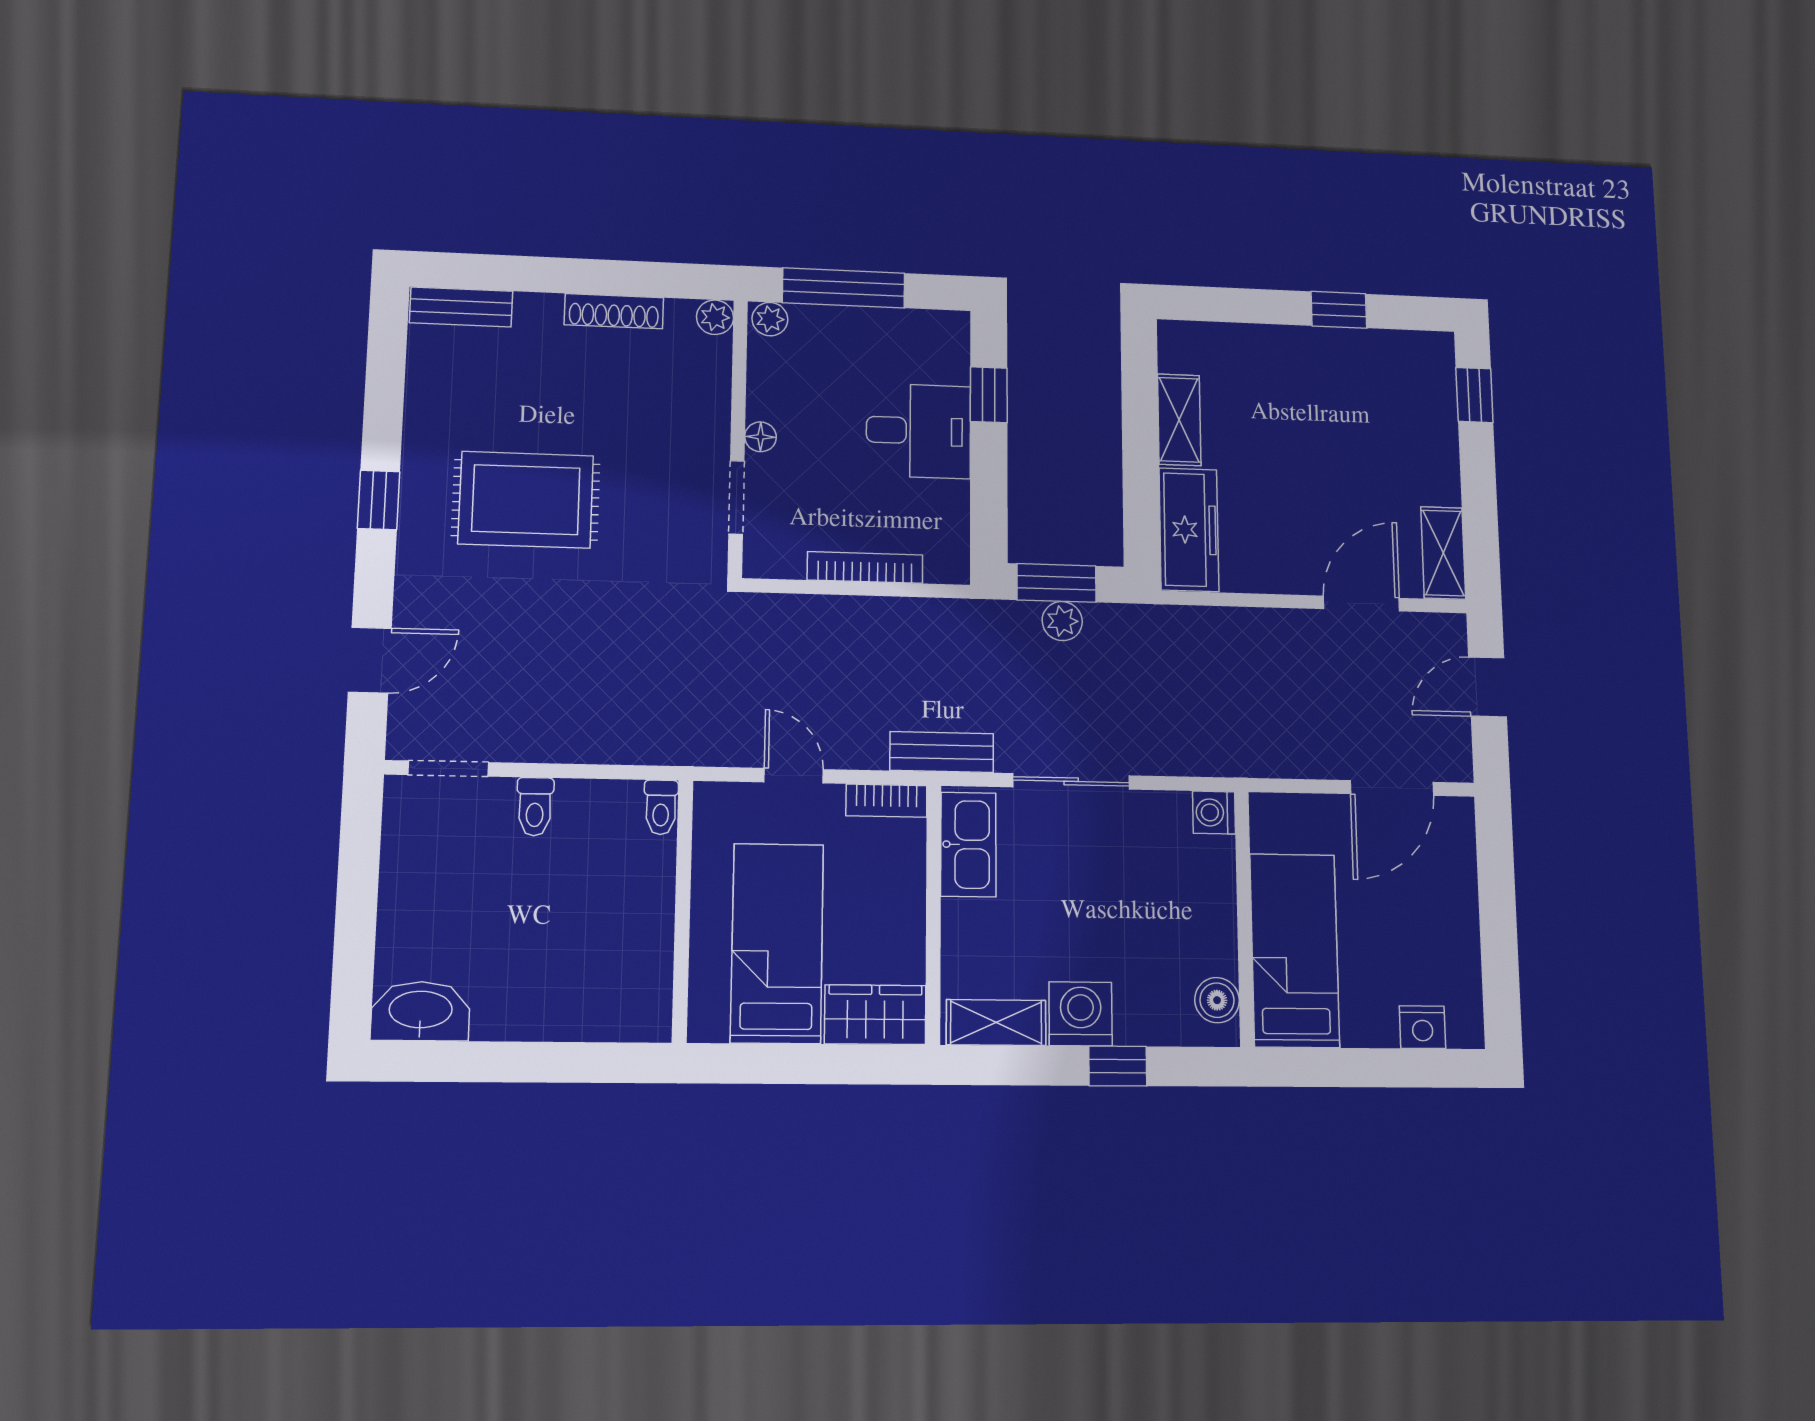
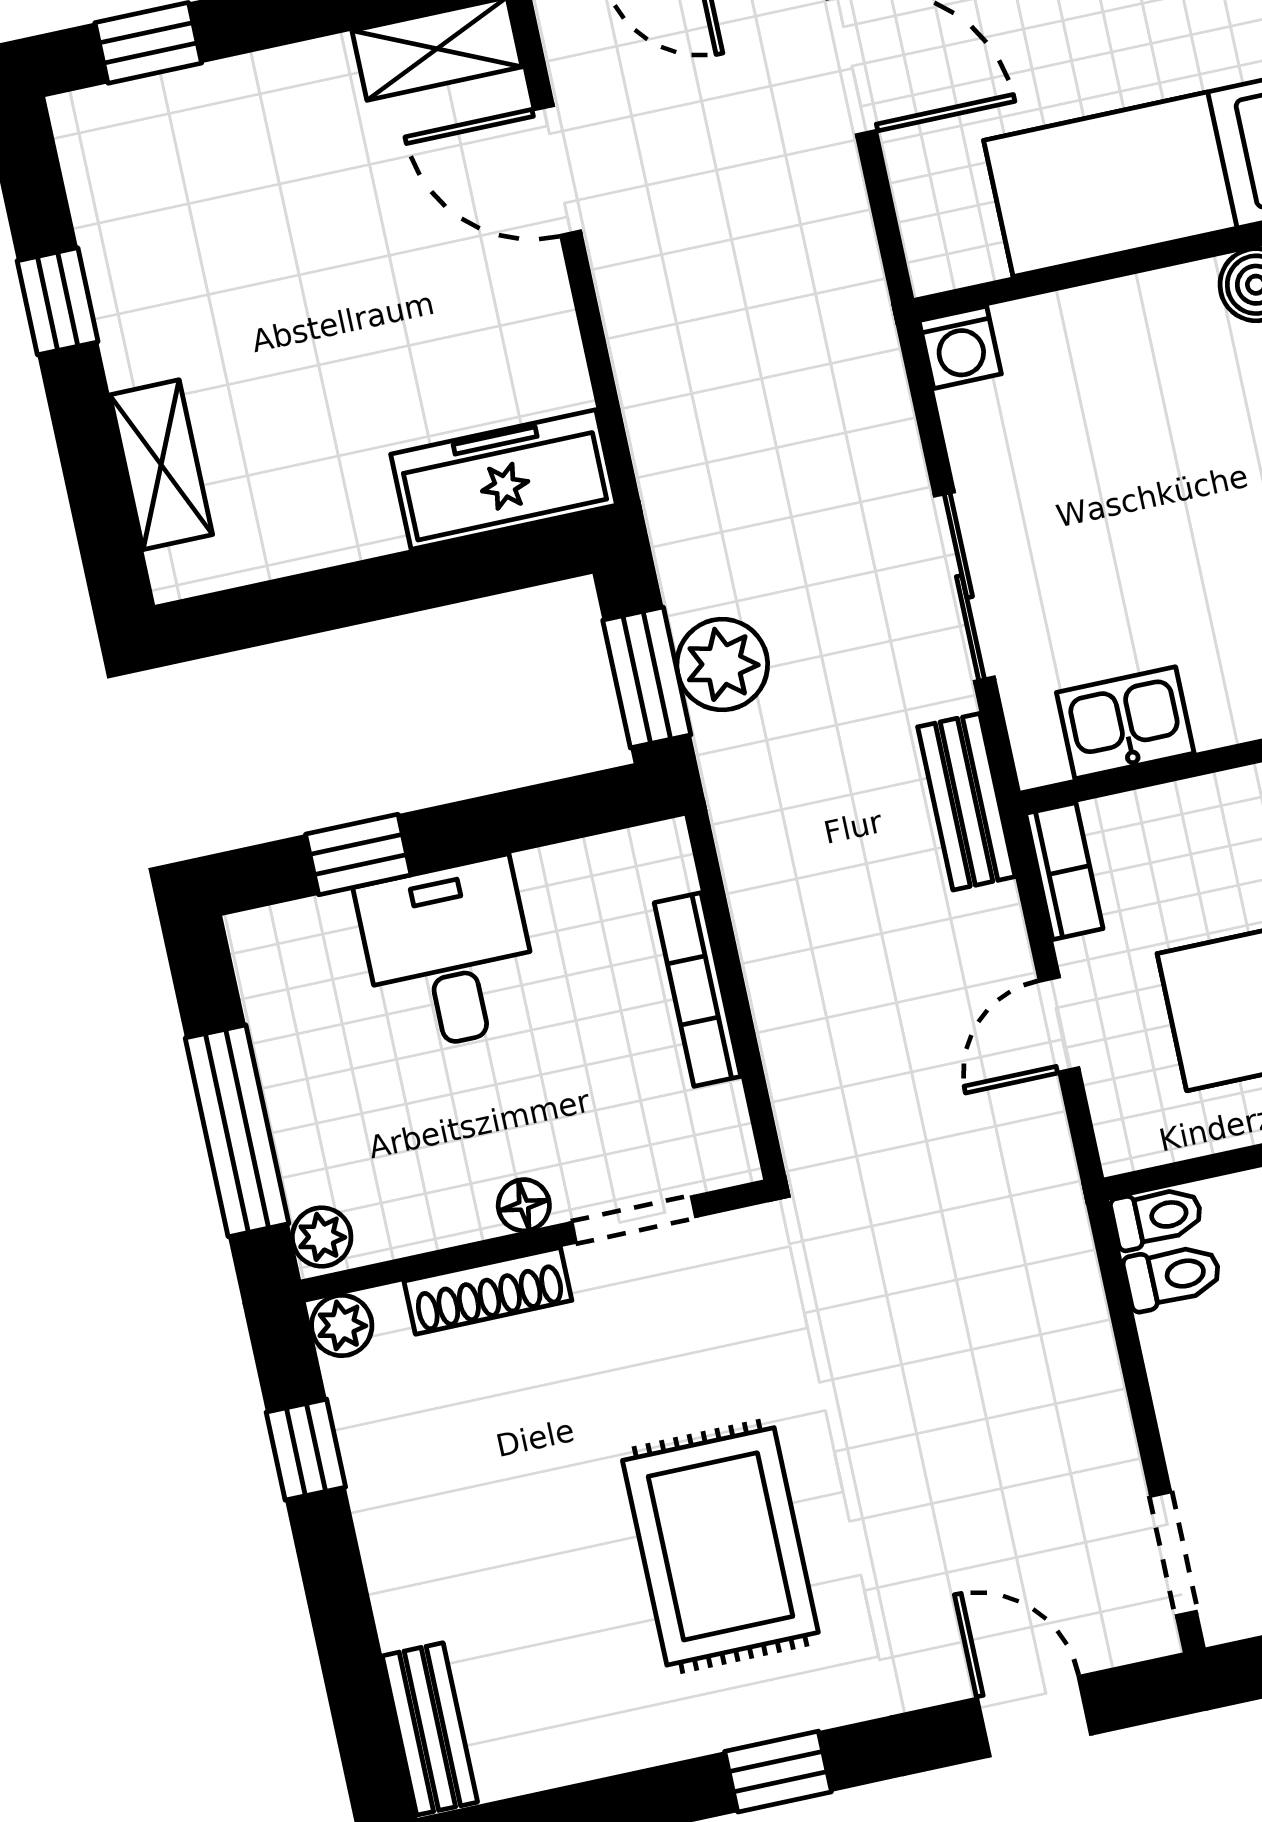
window: (647, 279) -> (306, 1450), added
shoe rack: (614, 311) -> (488, 1291), moved, turned 90
shelving: (1179, 420) -> (161, 465), moved, turned 90
plant: (1062, 621) -> (722, 665), width x1.38, depth x1.38
toilet: (535, 807) -> (1173, 1276), moved
kitchen sink: (968, 844) -> (1125, 723), width x0.73

